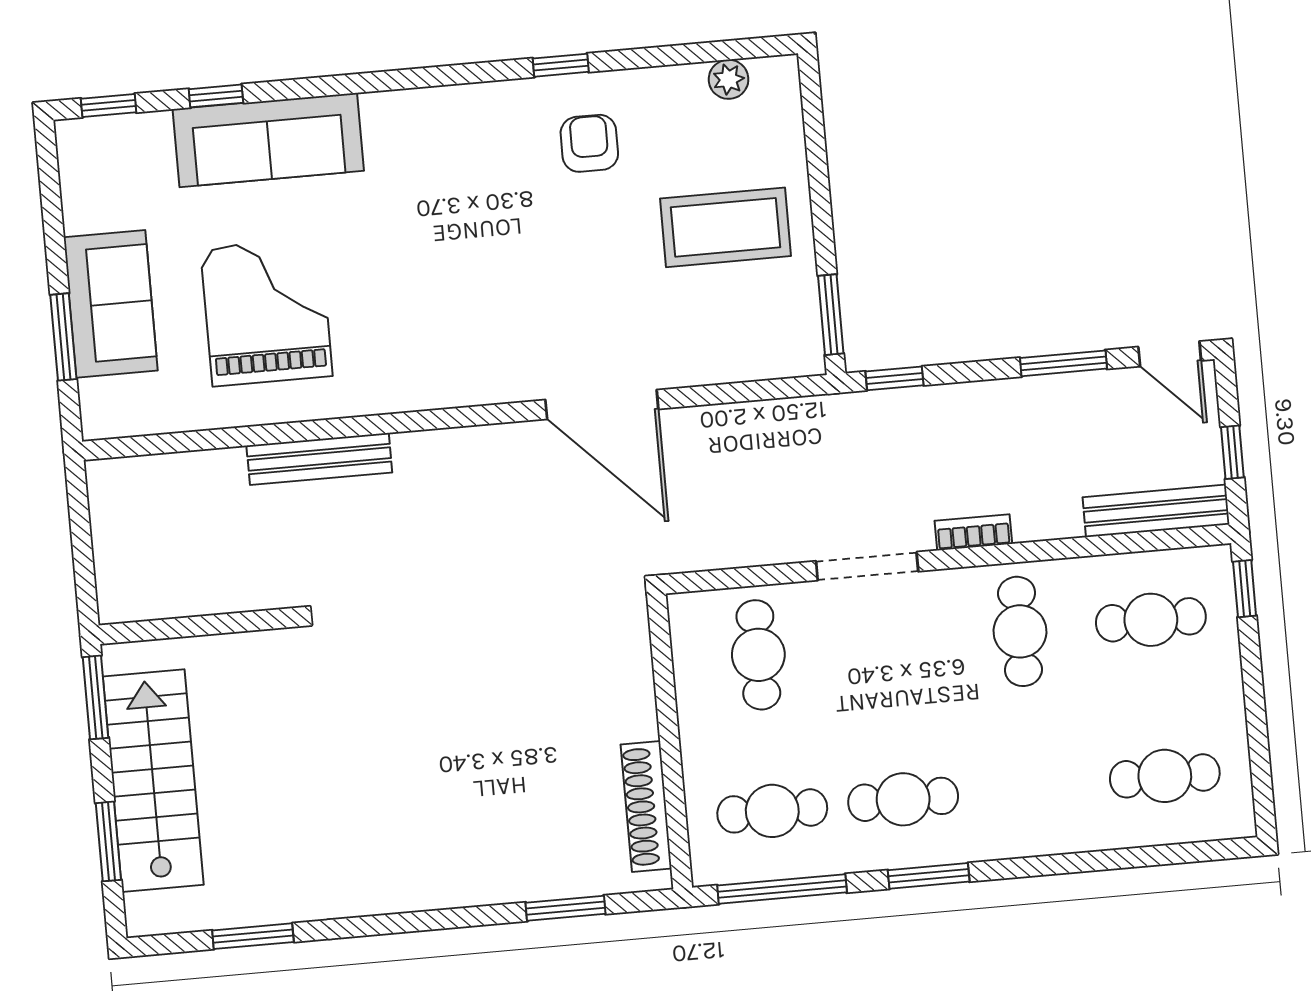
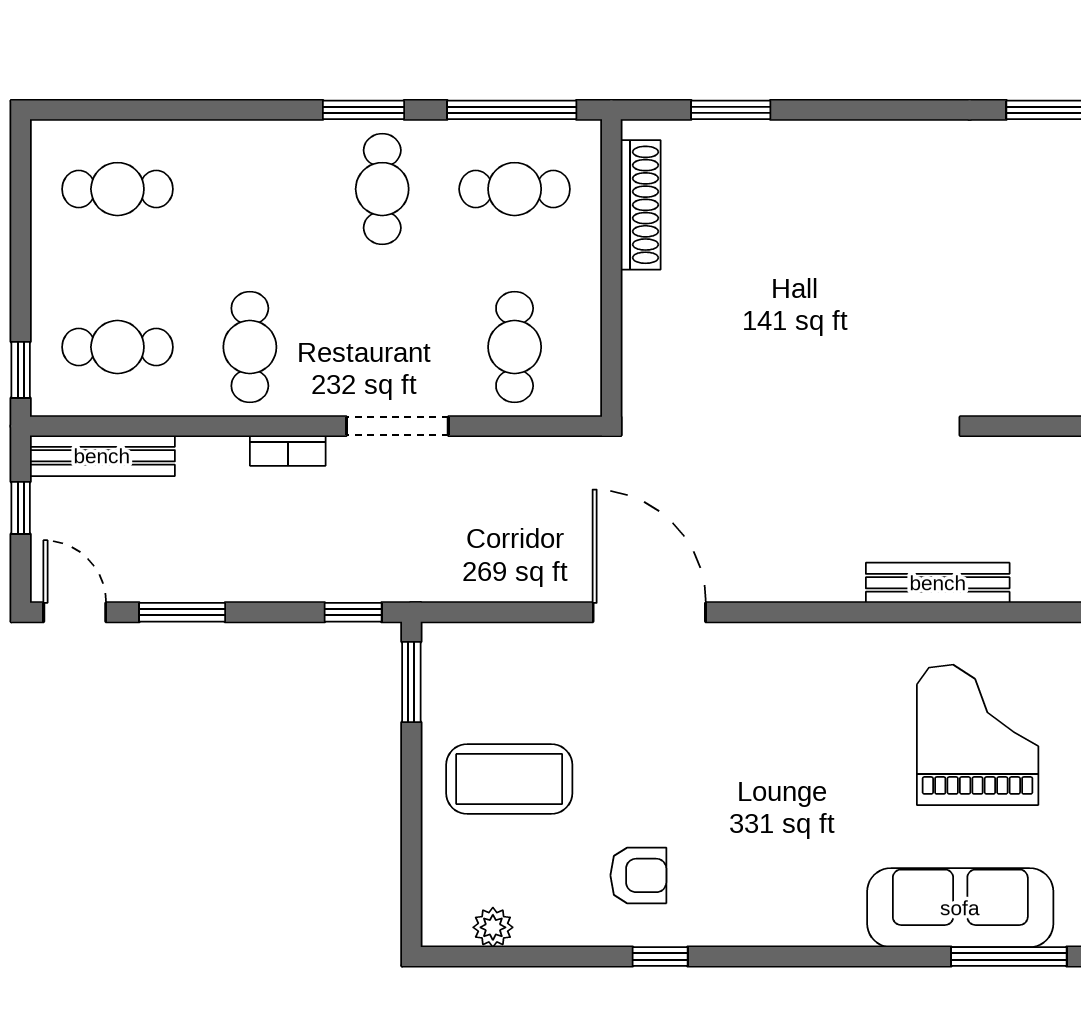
window: (216, 96) -> (1009, 956), width x2.17
armchair: (589, 143) -> (638, 875), turned -90
grand piano: (266, 312) -> (978, 735), turned 180
cafe table: (903, 799) -> (382, 189), turned 90

